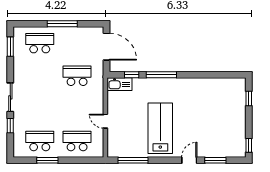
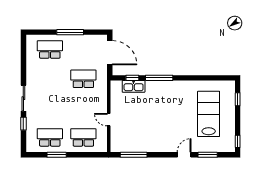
window: (10, 47) -> (23, 53), removed
kitchen sink: (120, 84) -> (134, 86), moved
lab bench: (160, 128) -> (209, 114), moved

